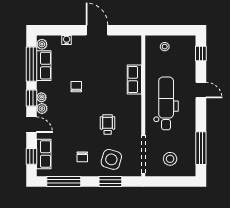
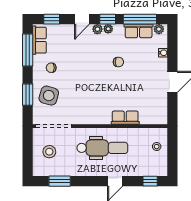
wheelchair: (108, 125) -> (82, 92), removed
window: (201, 148) -> (60, 181), width x0.69
row of seats: (44, 154) -> (39, 40), moved, turned -90

